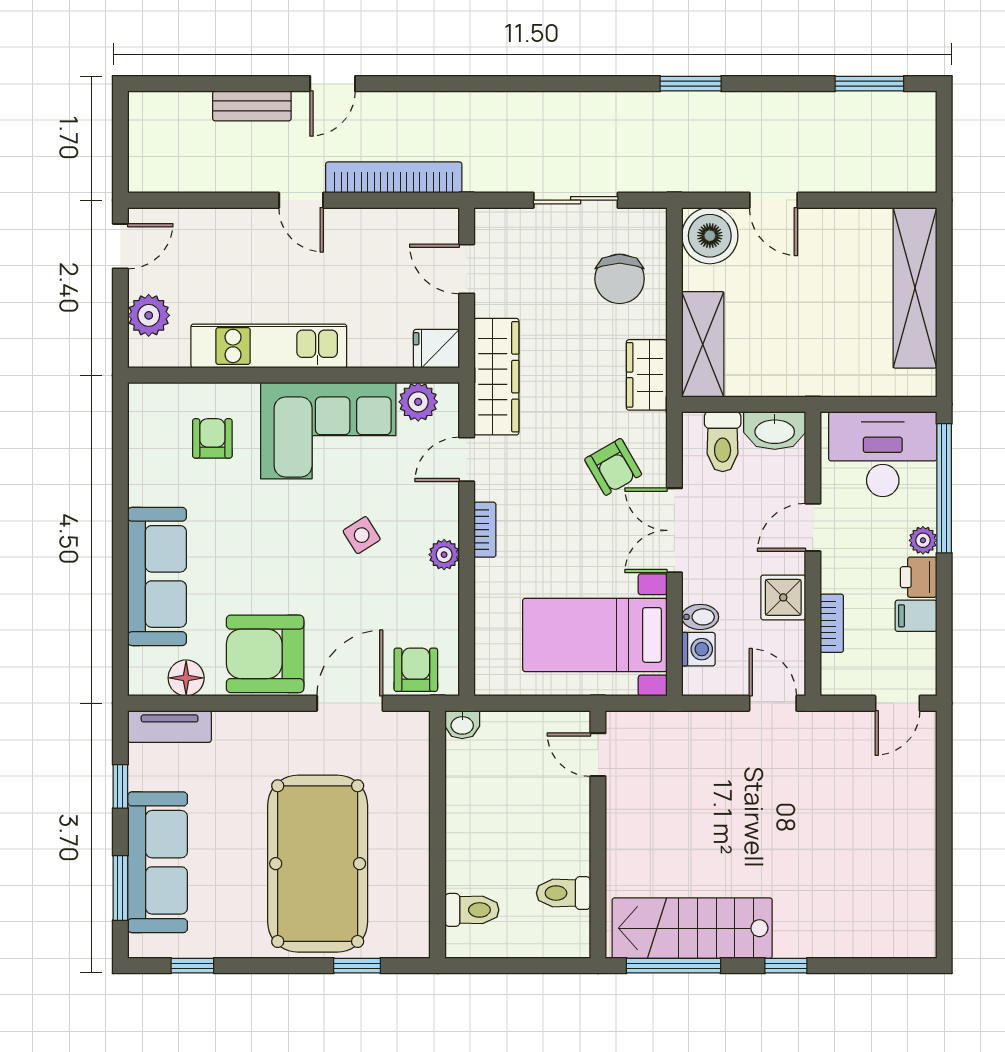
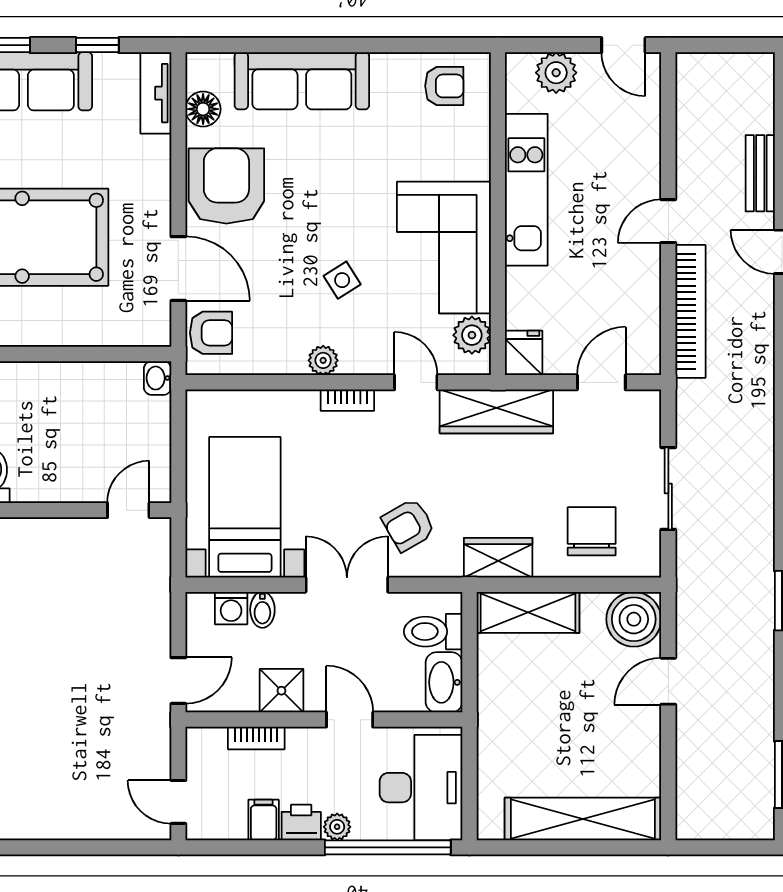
chair: (620, 279) -> (592, 531), turned 90
armchair: (212, 438) -> (444, 86), moved

